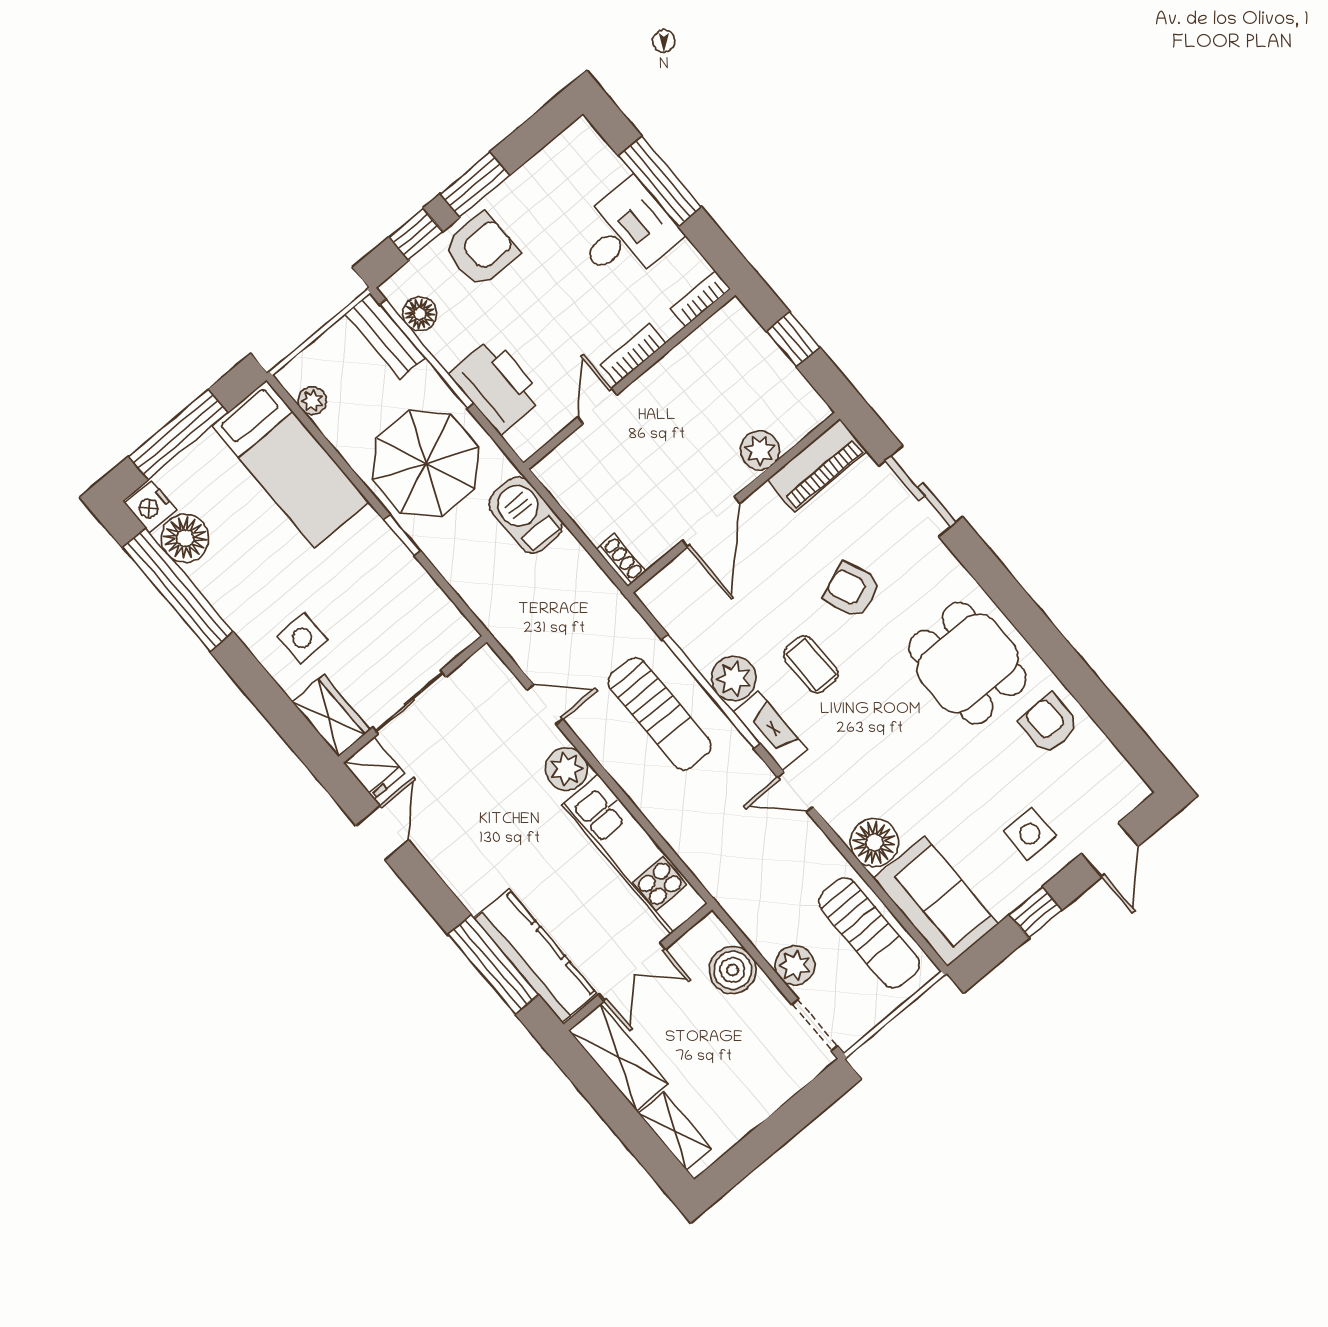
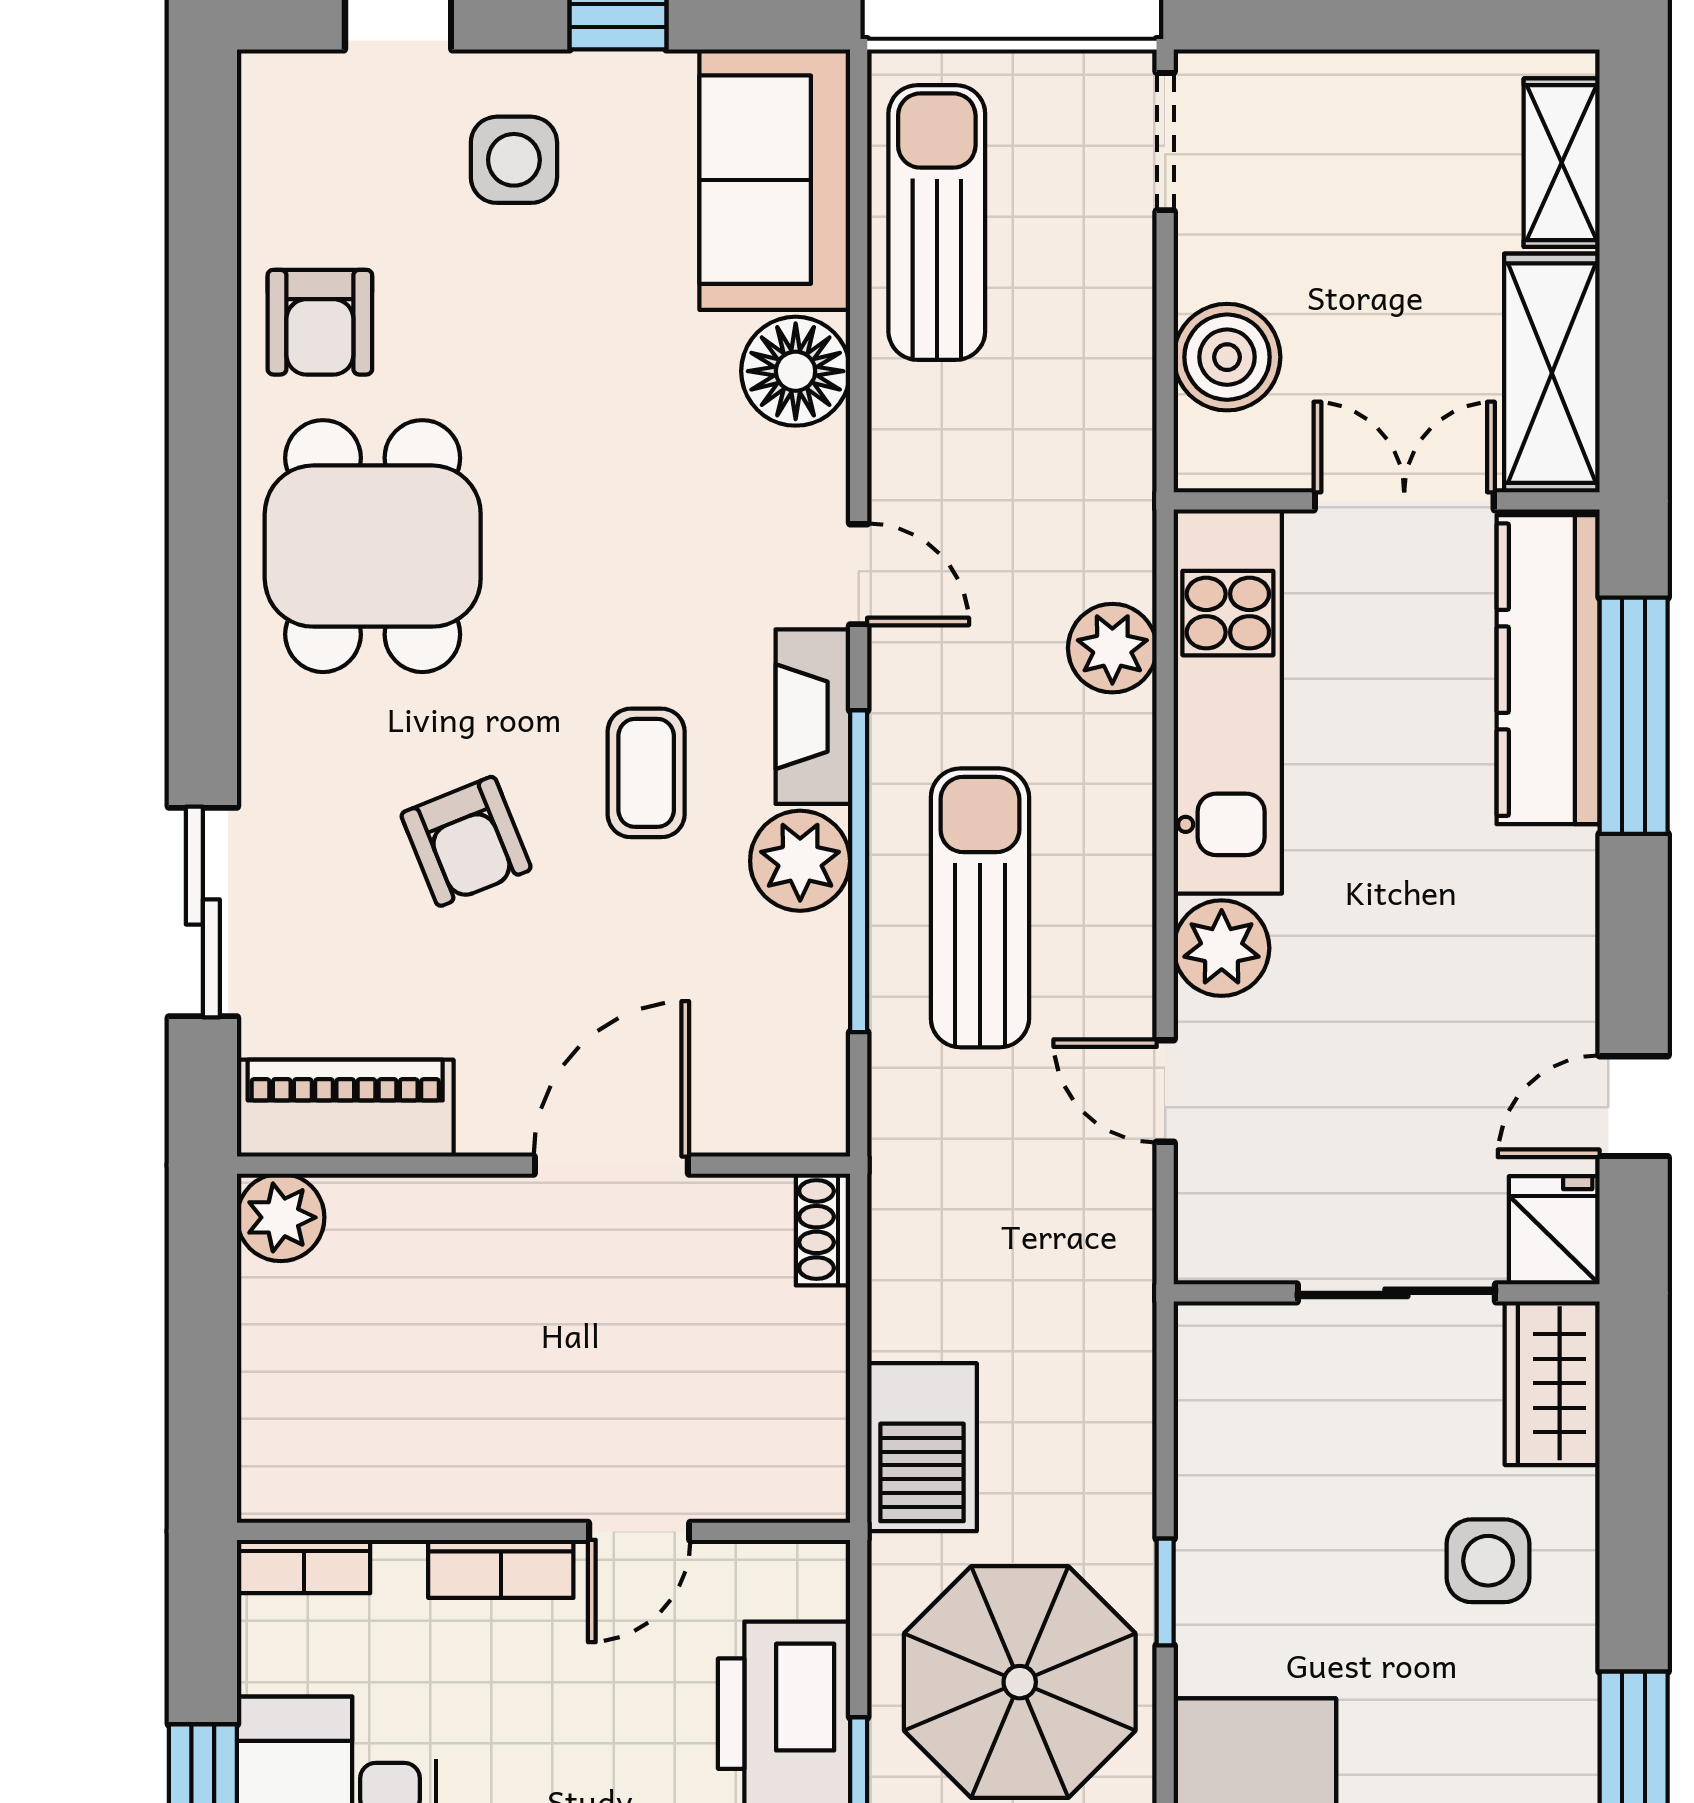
window: (793, 339) -> (203, 1362), removed
plant: (760, 450) -> (281, 1217), moved
plant: (795, 965) -> (1112, 648), moved

